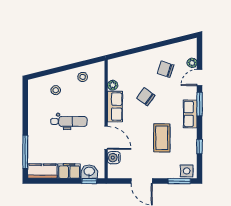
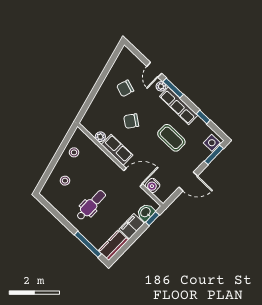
plant: (192, 63) -> (161, 86), moved
row of seats: (190, 114) -> (179, 106), width x1.48
dental chair: (69, 121) -> (91, 205), moved

